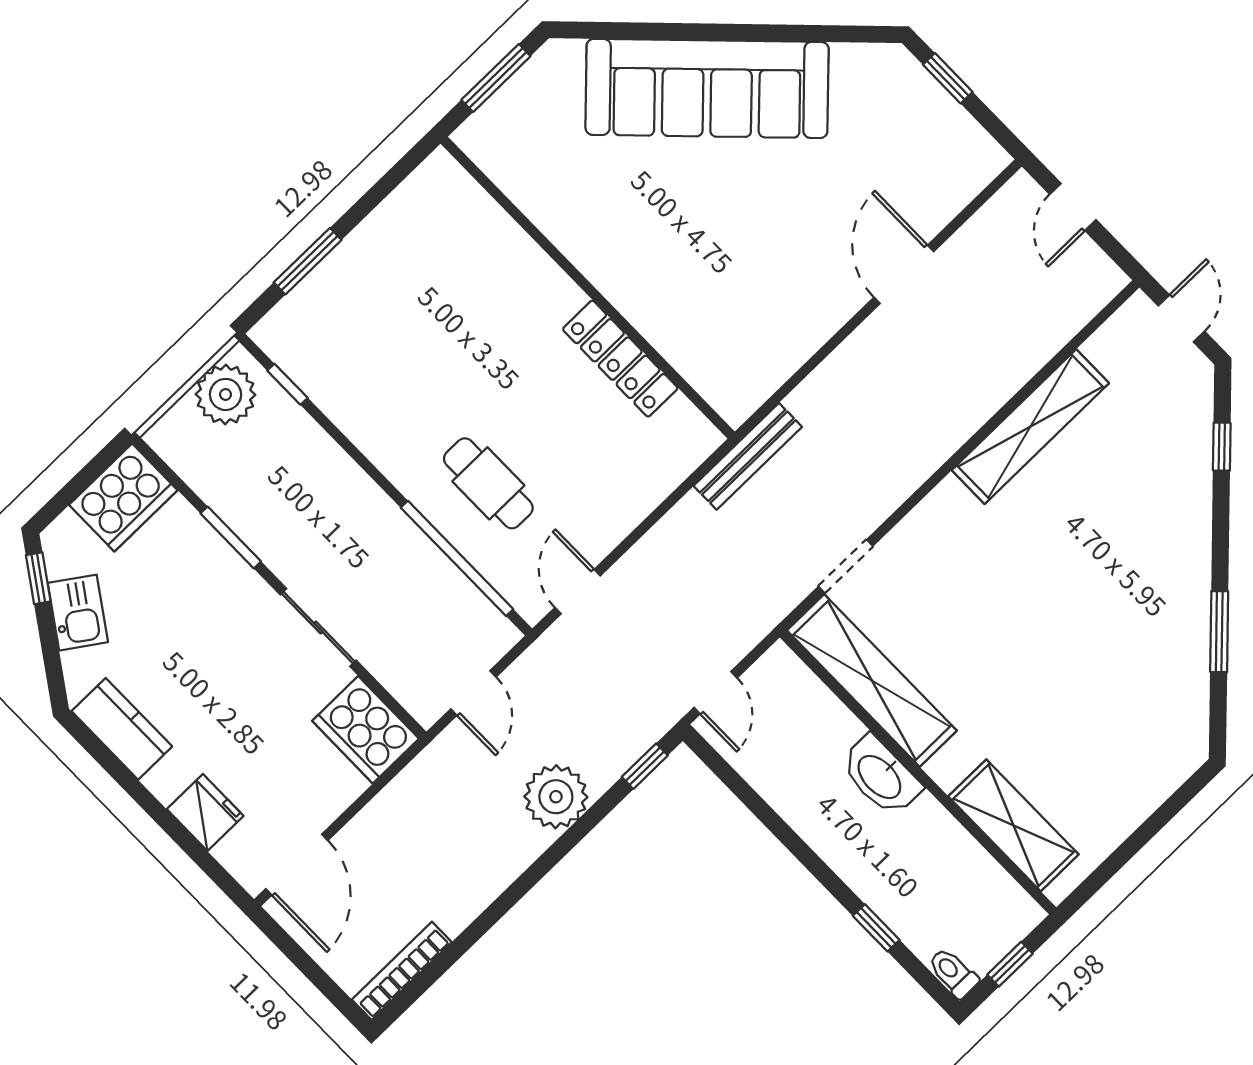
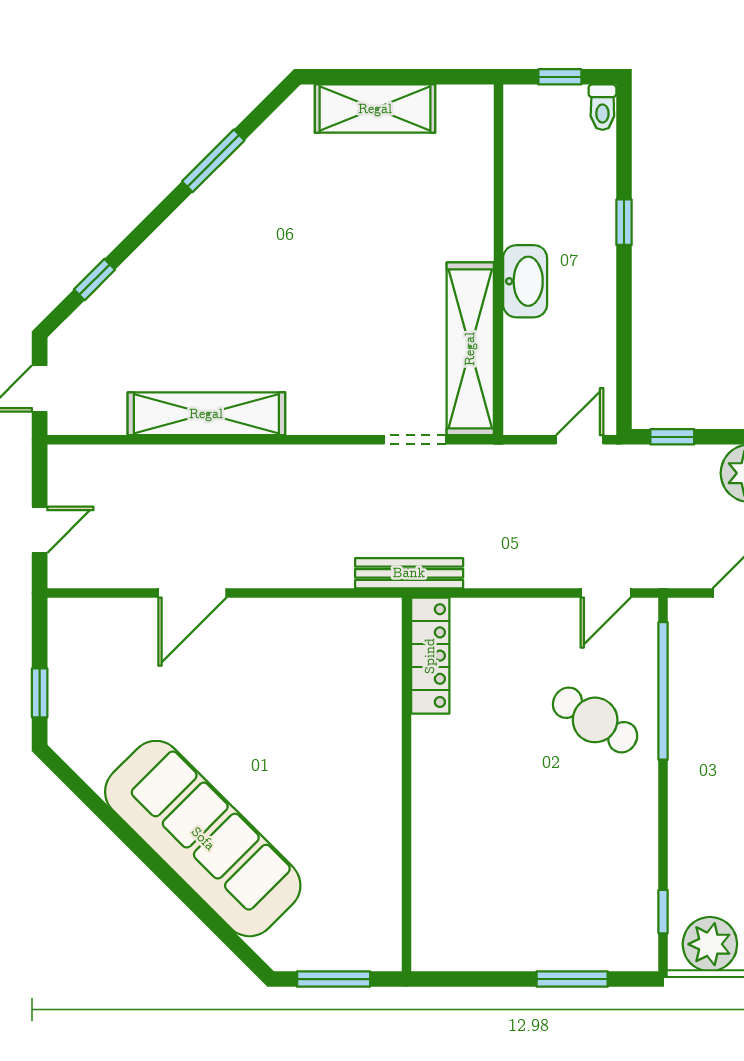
locker: (620, 359) -> (430, 656), moved
cafe table: (488, 483) -> (595, 720), turned -58
shelving: (1013, 825) -> (375, 109), moved, turned 90
window: (876, 928) -> (624, 222), moved

